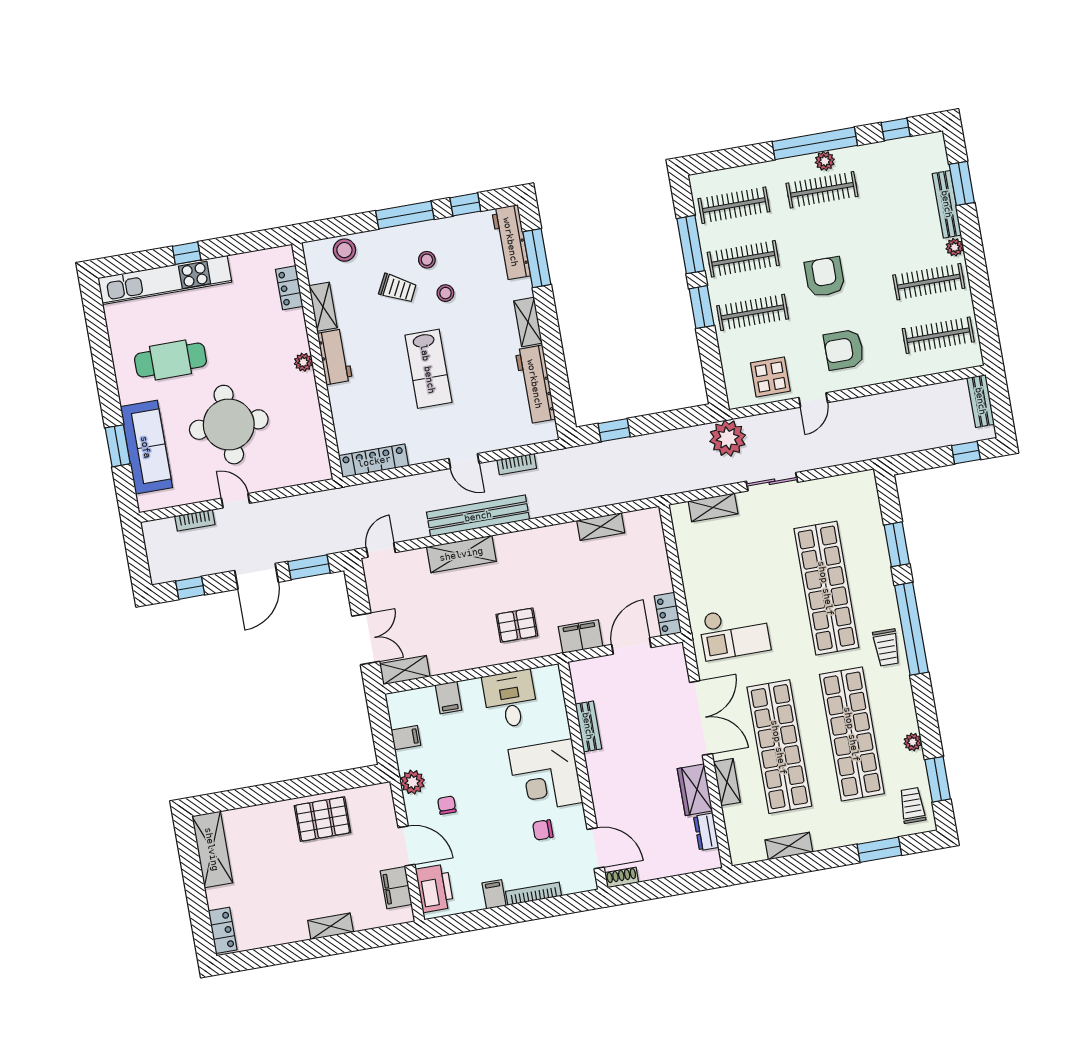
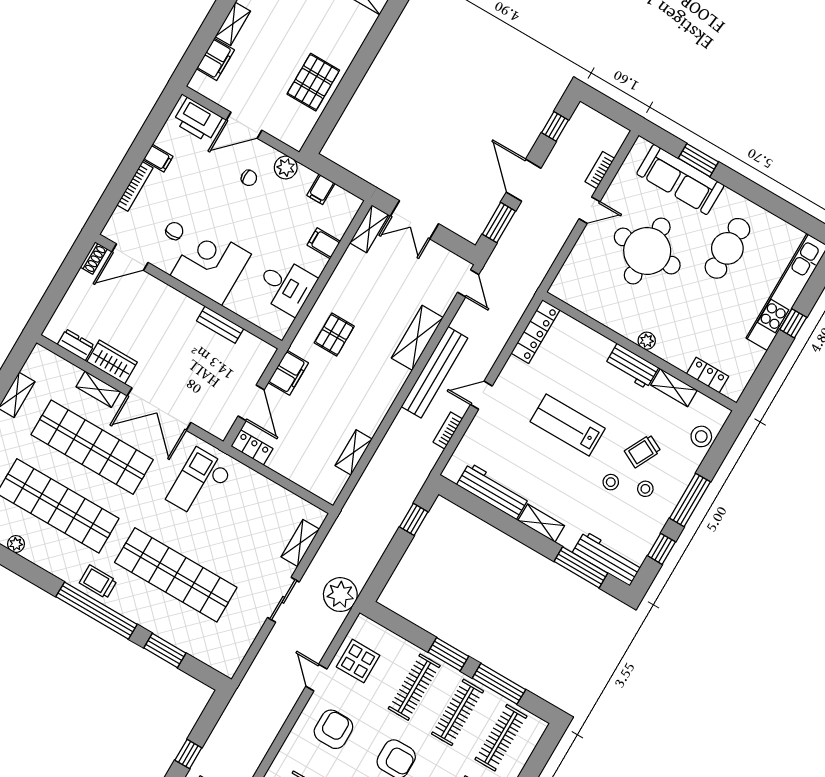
filing cabinet: (396, 888) -> (215, 59), moved, turned 90

